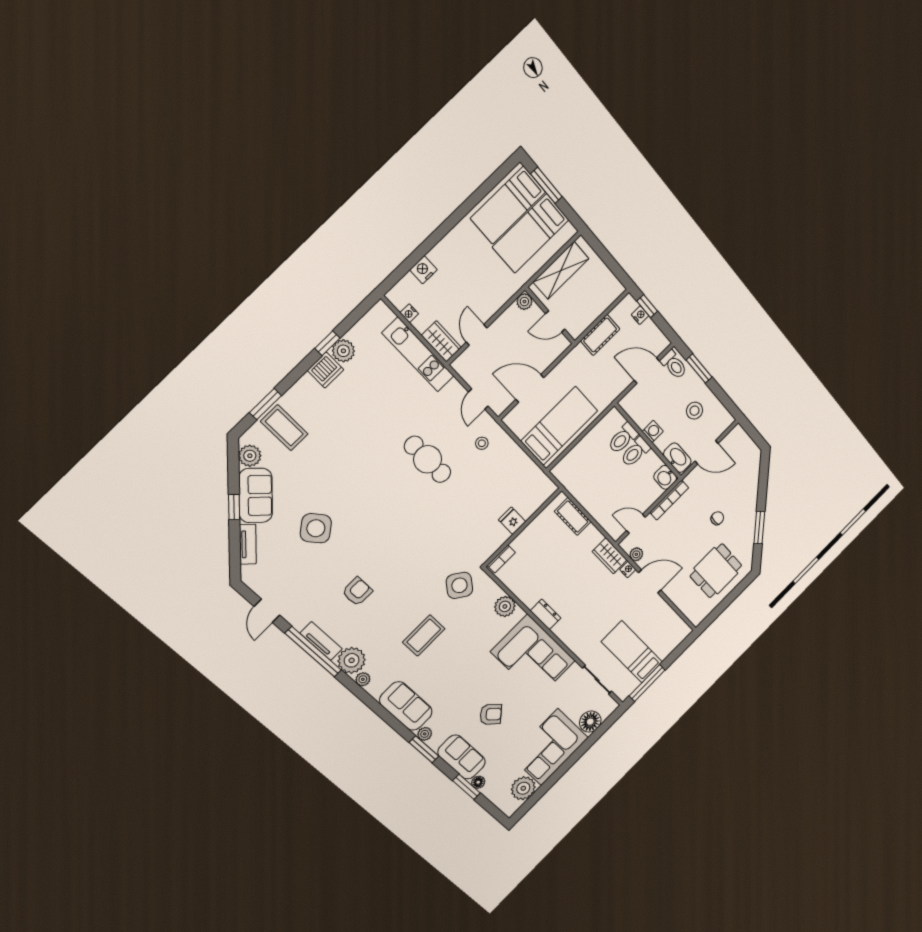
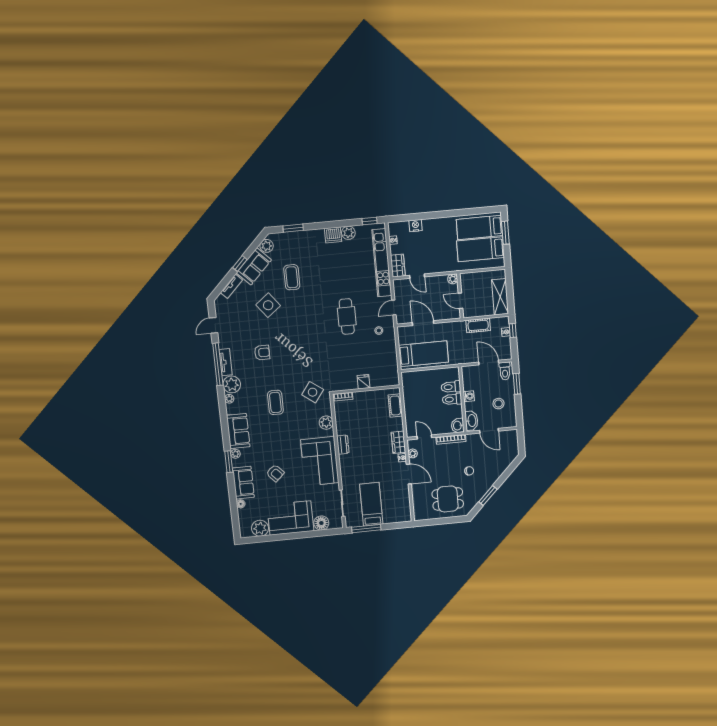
shelving: (561, 270) -> (500, 297), moved, turned 90
door: (477, 335) -> (417, 276), swing flipped
window: (327, 343) -> (370, 221), moved
kitchen unit: (418, 355) -> (382, 263), width x1.36
coffee table: (284, 428) -> (292, 277), moved
coffee table: (424, 635) -> (275, 402), turned 90
window: (466, 787) -> (233, 501), removed

